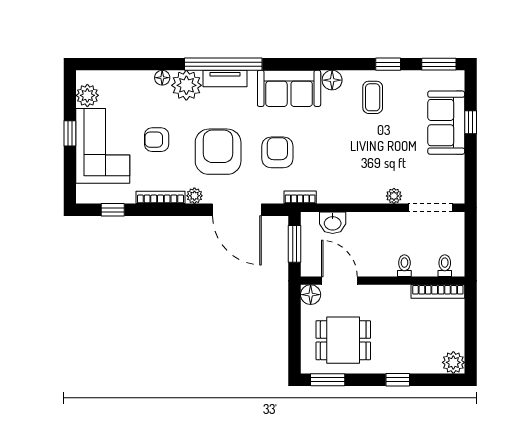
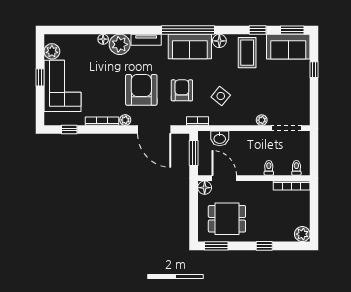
window: (223, 64) -> (188, 30), moved
coffee table: (373, 97) -> (247, 53), width x1.36, depth x1.30
sofa: (446, 123) -> (288, 47), moved, turned -90
armchair: (157, 140) -> (99, 82), removed
side table: (334, 161) -> (221, 96), added

